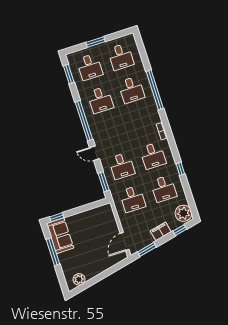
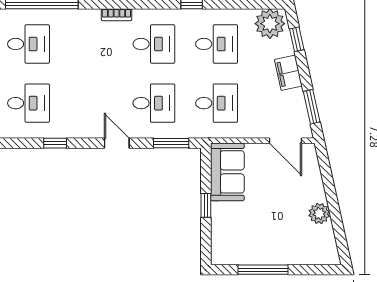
window: (84, 121) -> (55, 143), width x0.32
door: (94, 153) -> (117, 143), swing flipped
window: (57, 217) -> (206, 205), moved
sofa: (60, 236) -> (227, 172), moved, turned 90
plant: (79, 279) -> (319, 214), moved

